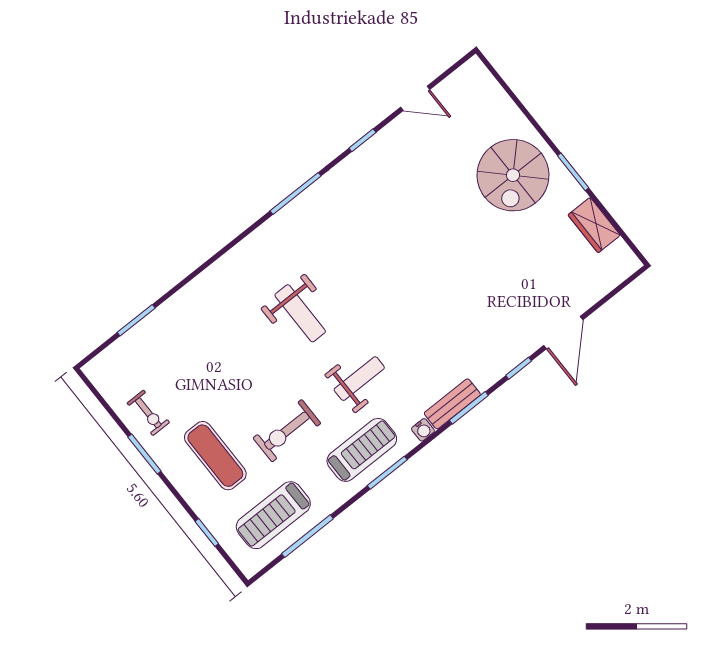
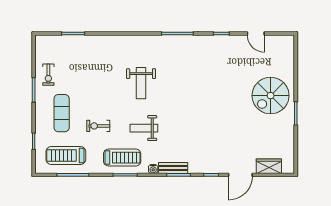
wardrobe: (594, 225) -> (269, 166), moved, turned 90
weight bench: (359, 379) -> (144, 128), turned 180
exercise bike: (287, 431) -> (98, 126), width x0.73, depth x0.72

